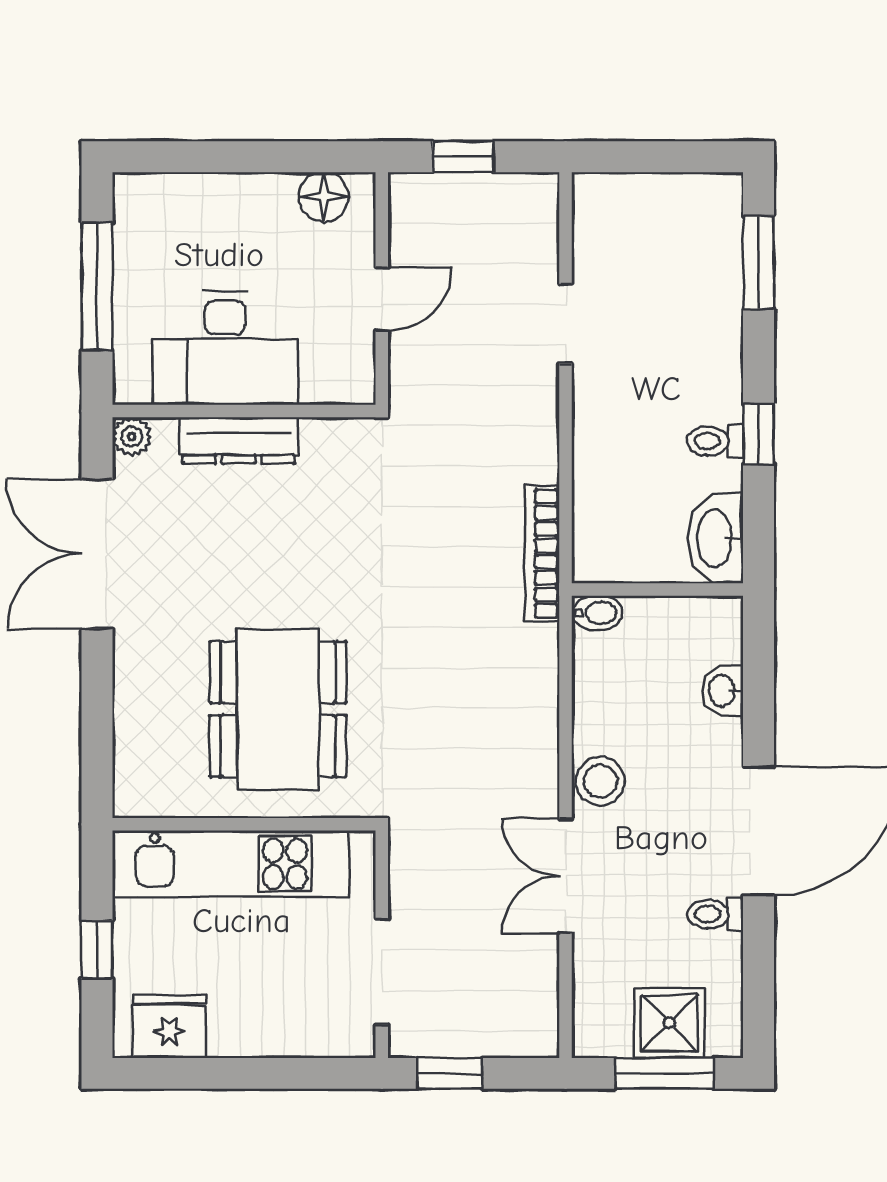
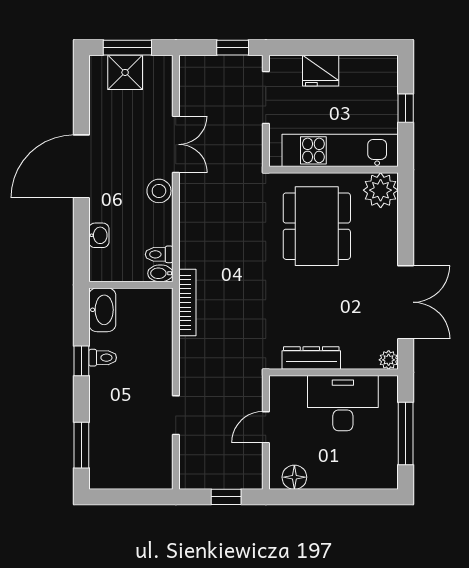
dresser: (239, 440) -> (311, 358), moved
plant: (148, 782) -> (381, 190), added
toilet: (715, 914) -> (159, 254), moved, turned 180
fridge: (169, 1027) -> (321, 71), moved

